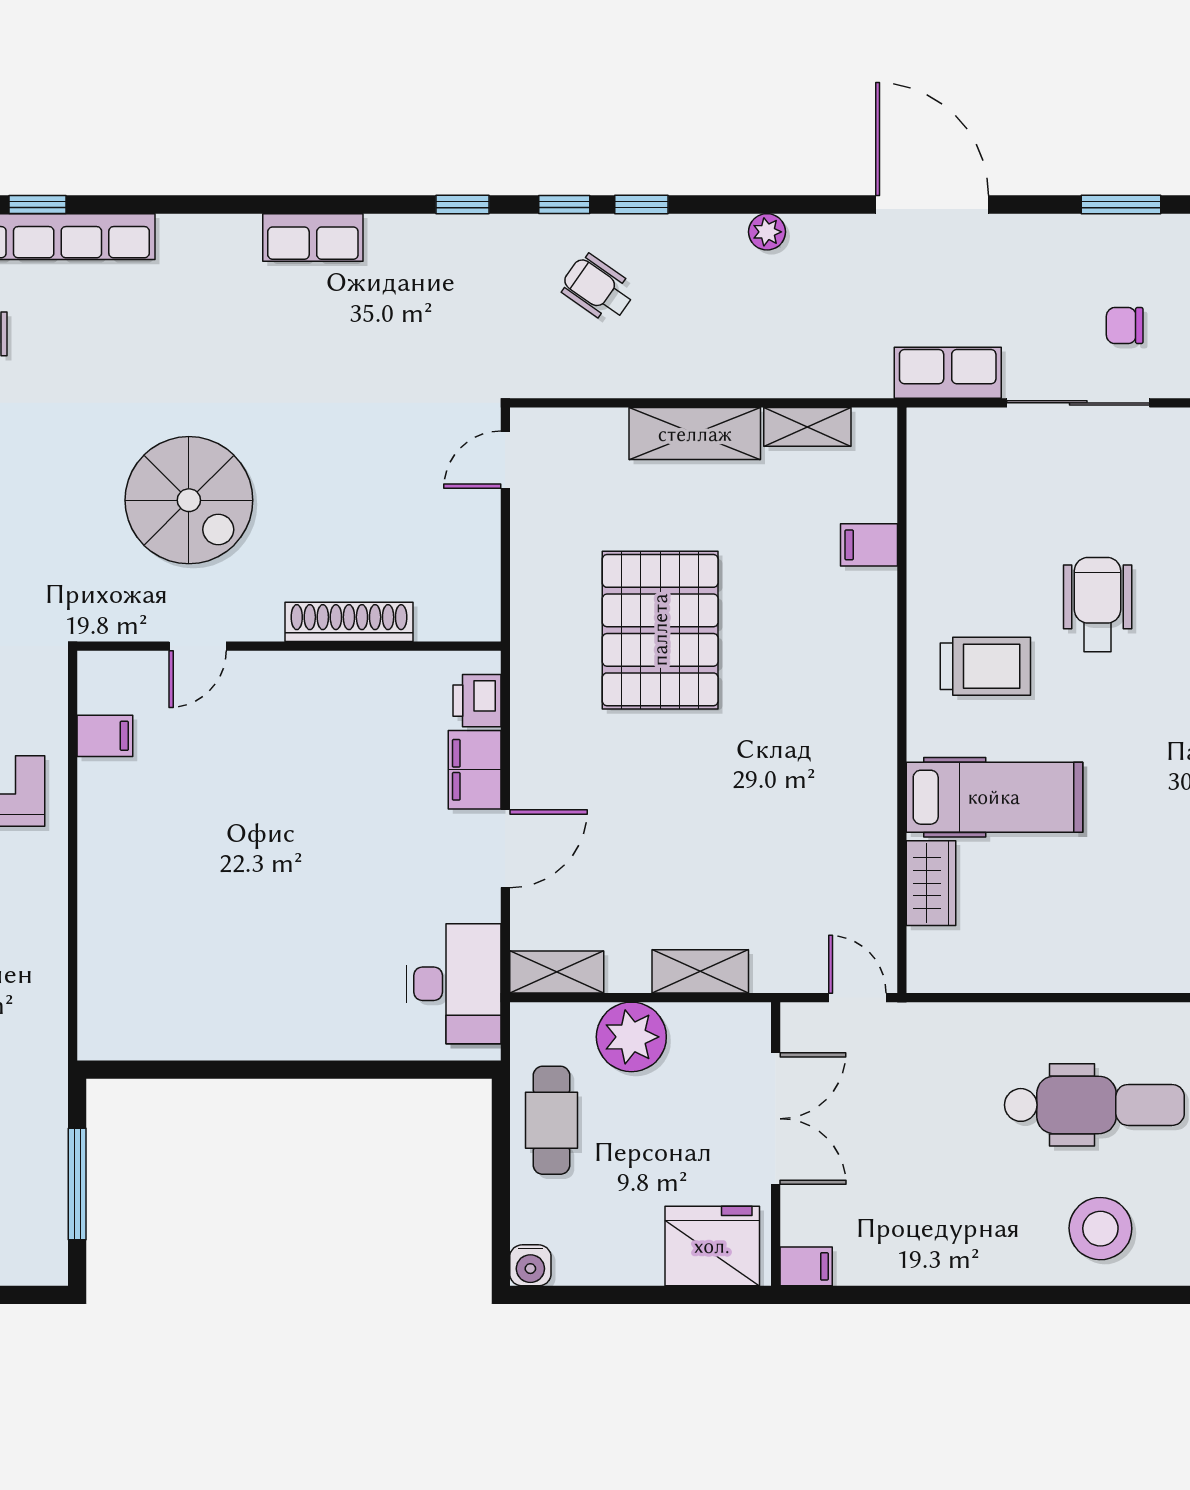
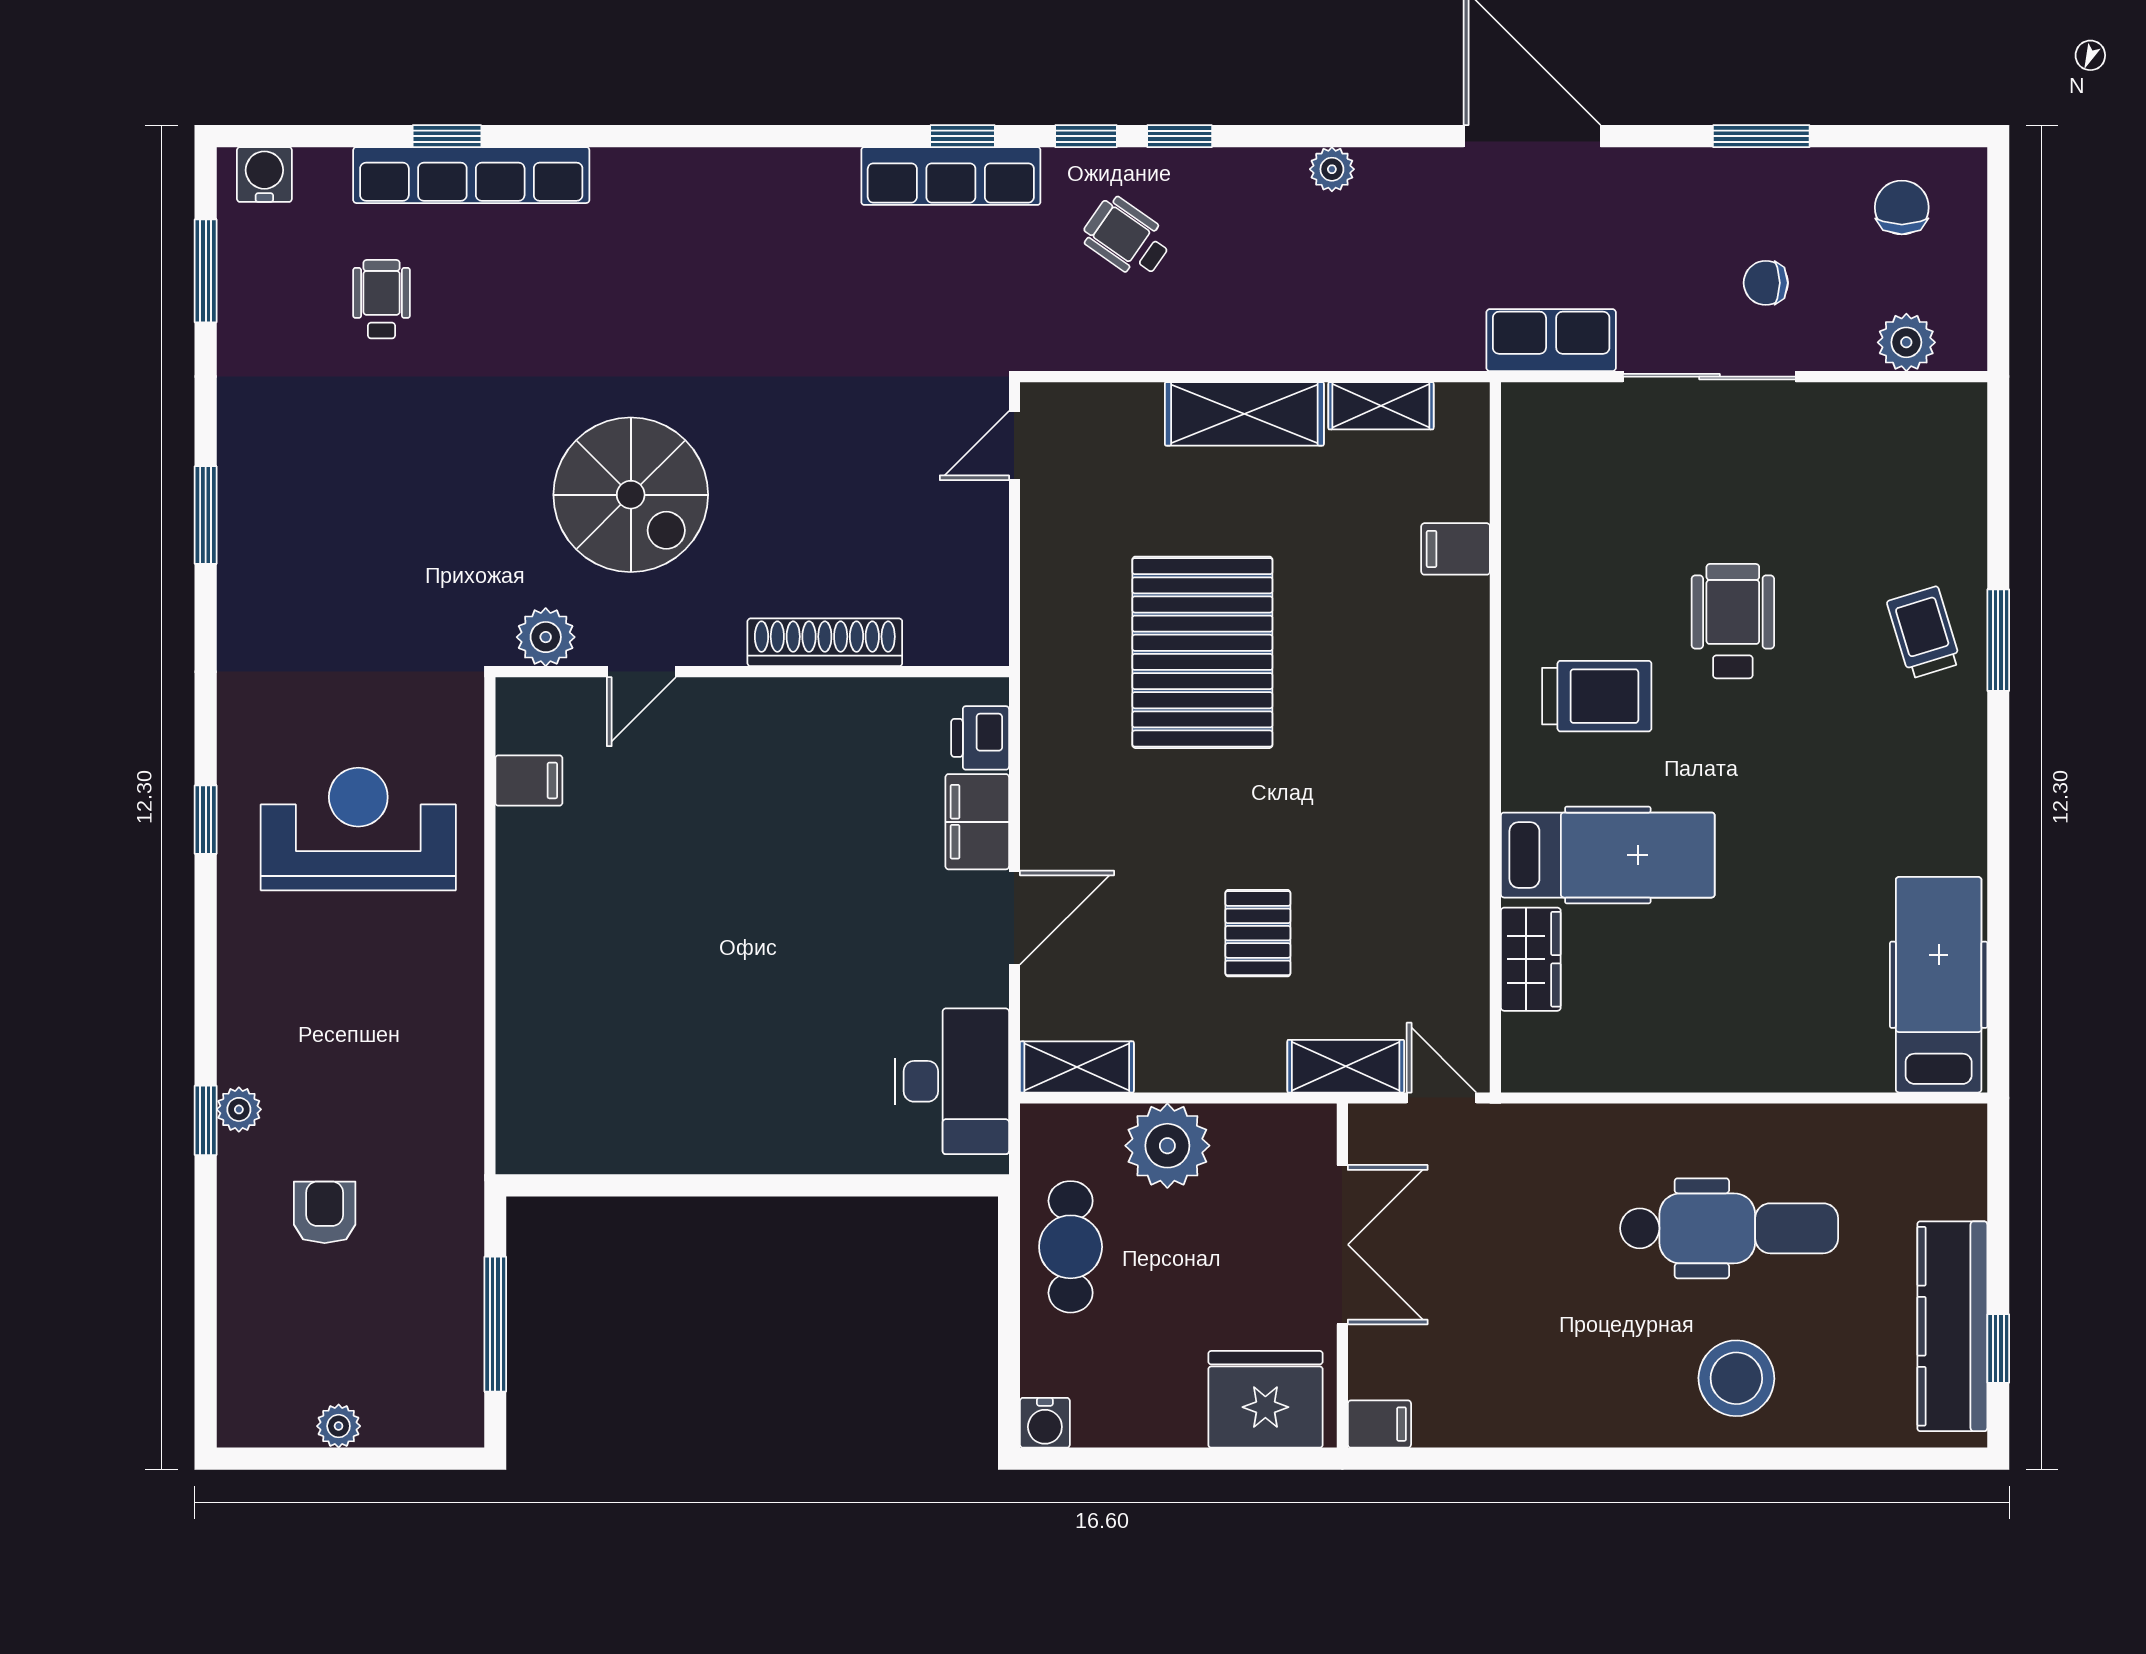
row of seats: (313, 237) -> (951, 176), moved, width x1.48
plant: (119, 618) -> (546, 637), added
pallet: (706, 862) -> (1258, 933), added
shelving: (700, 971) -> (1346, 1066), moved

